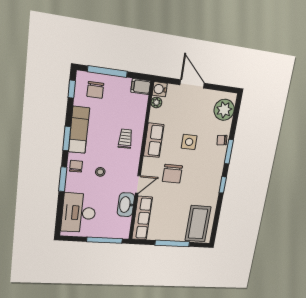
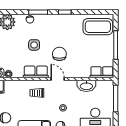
chair: (172, 174) -> (59, 54), turned -90
door: (138, 184) -> (58, 79), moved
row of seats: (142, 218) -> (102, 72), width x0.68

